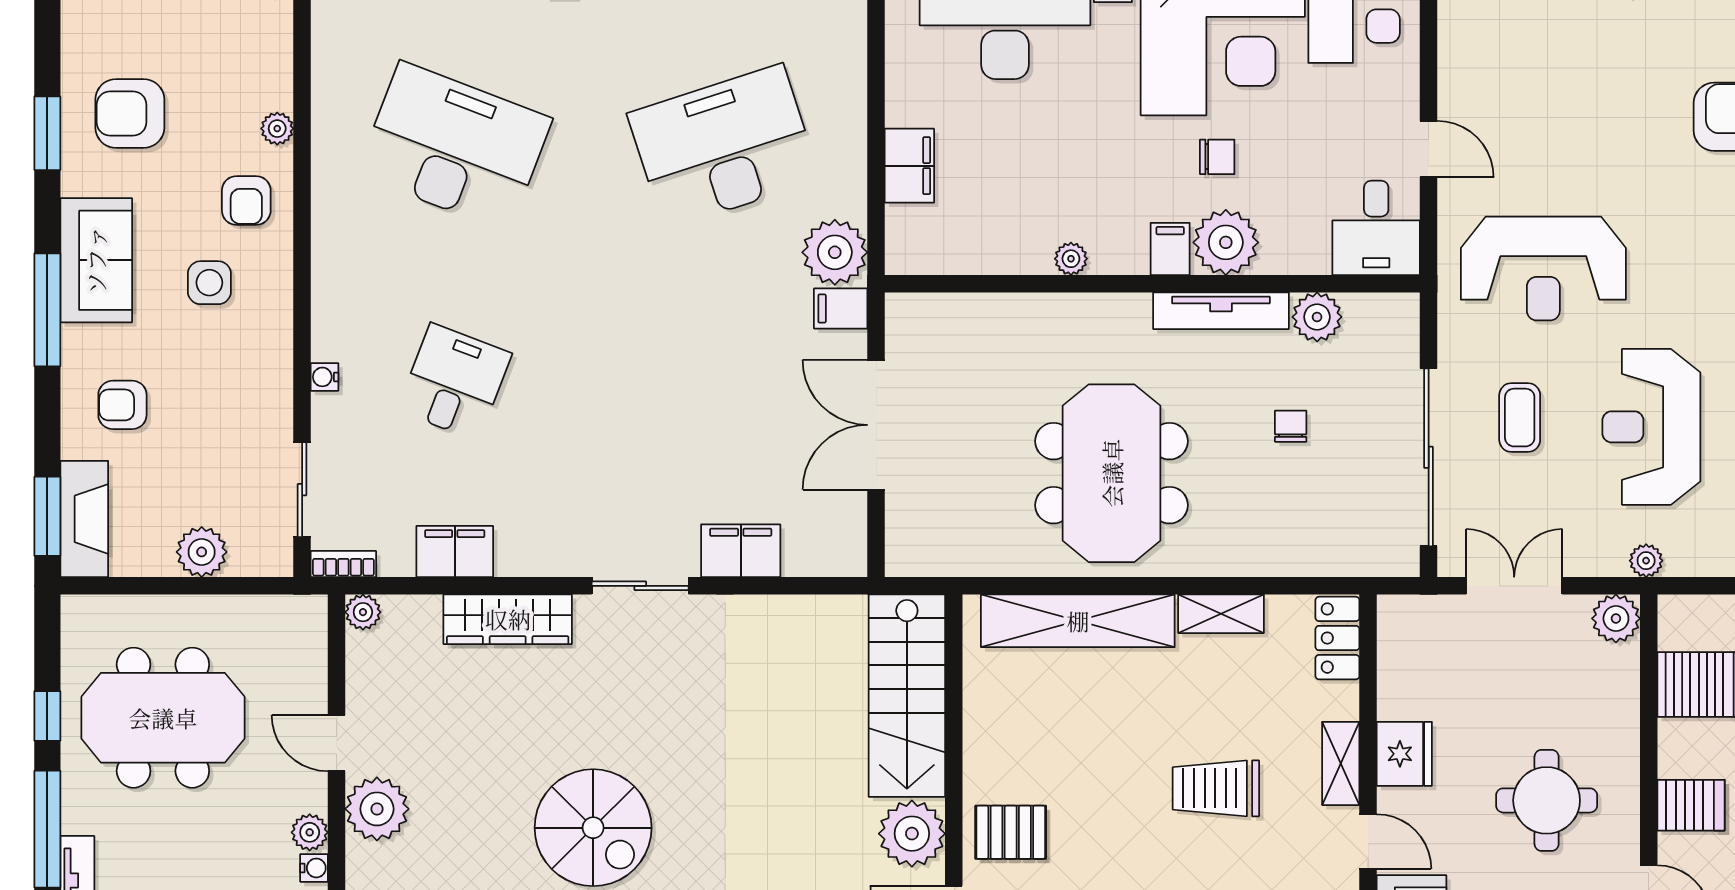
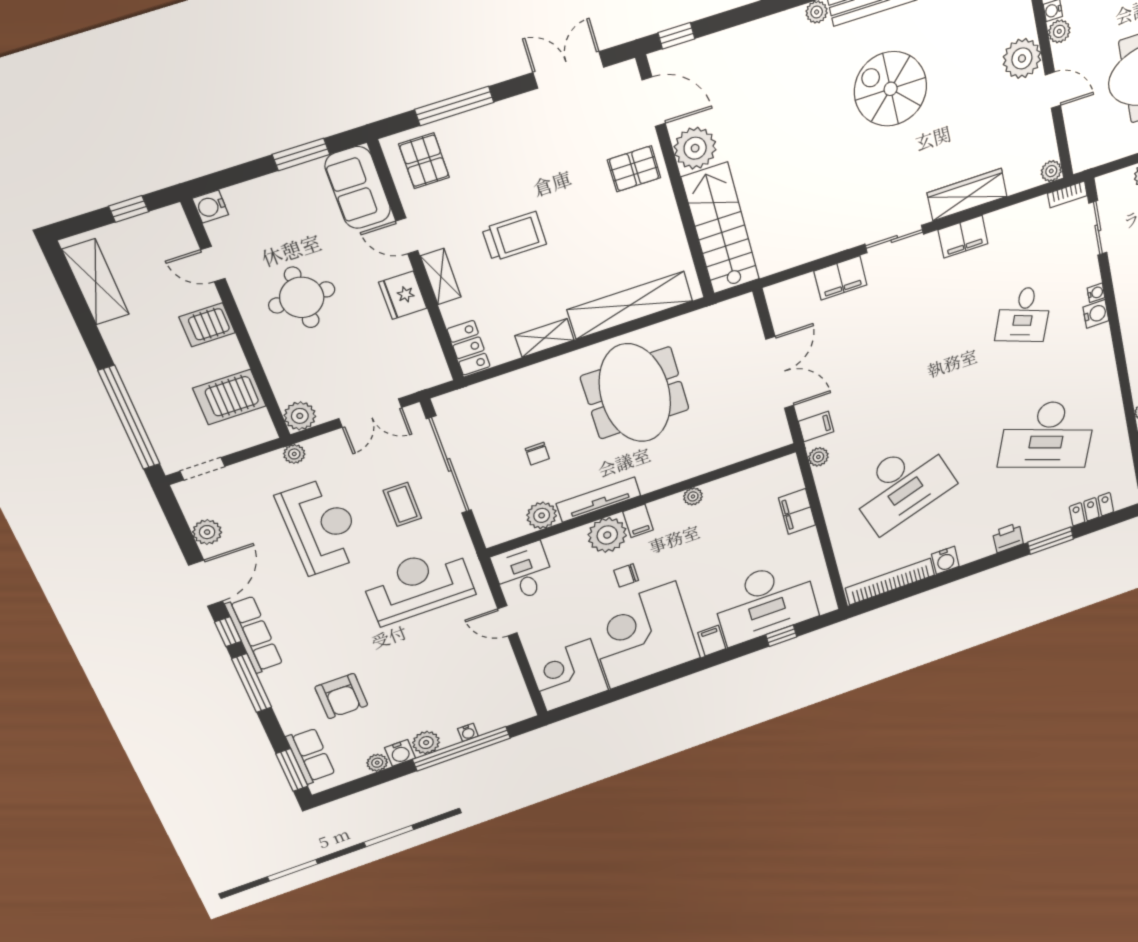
plant: (835, 252) -> (818, 457), width x0.53, depth x0.53
water cooler: (331, 339) -> (1096, 314), added
filing cabinet: (455, 552) -> (963, 237), moved

